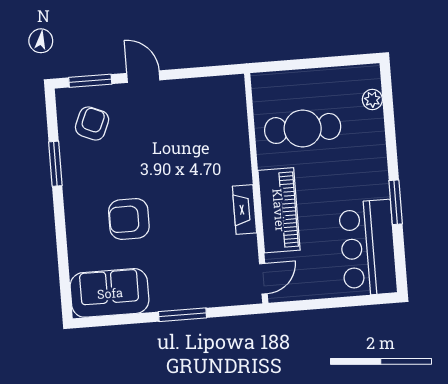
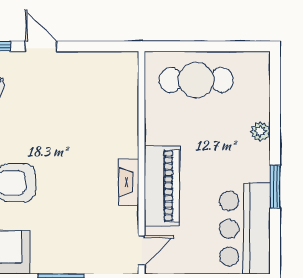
plant: (372, 100) -> (260, 131), moved
cafe table: (303, 128) -> (196, 80), moved

